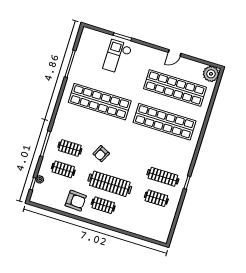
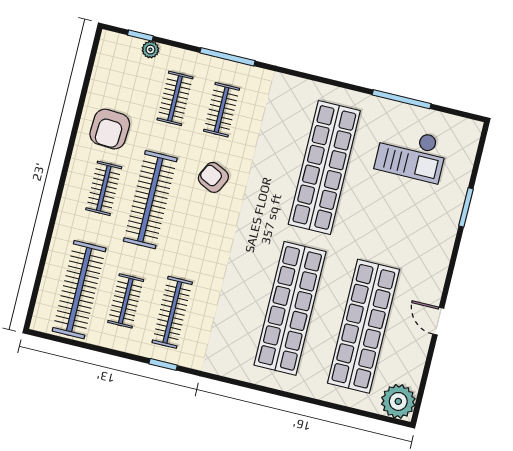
checkout: (117, 57) -> (411, 154), moved, turned 180
clothes rail: (150, 220) -> (79, 290), added

